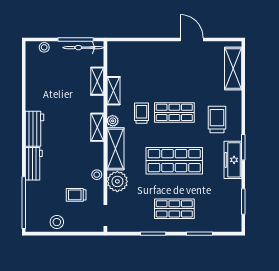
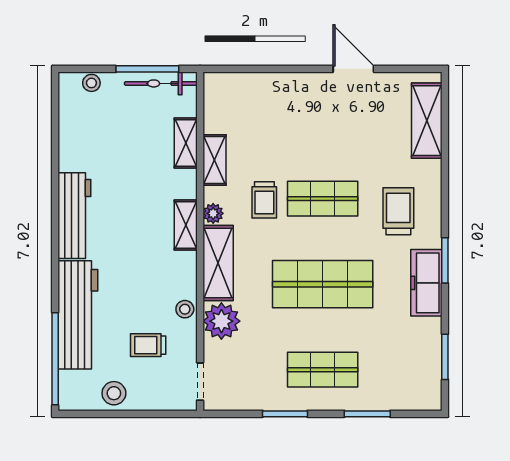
trolley: (142, 113) -> (264, 200), turned 180
workbench: (35, 129) -> (74, 216), width x1.38
workbench: (34, 164) -> (78, 315), width x1.88, depth x1.32

